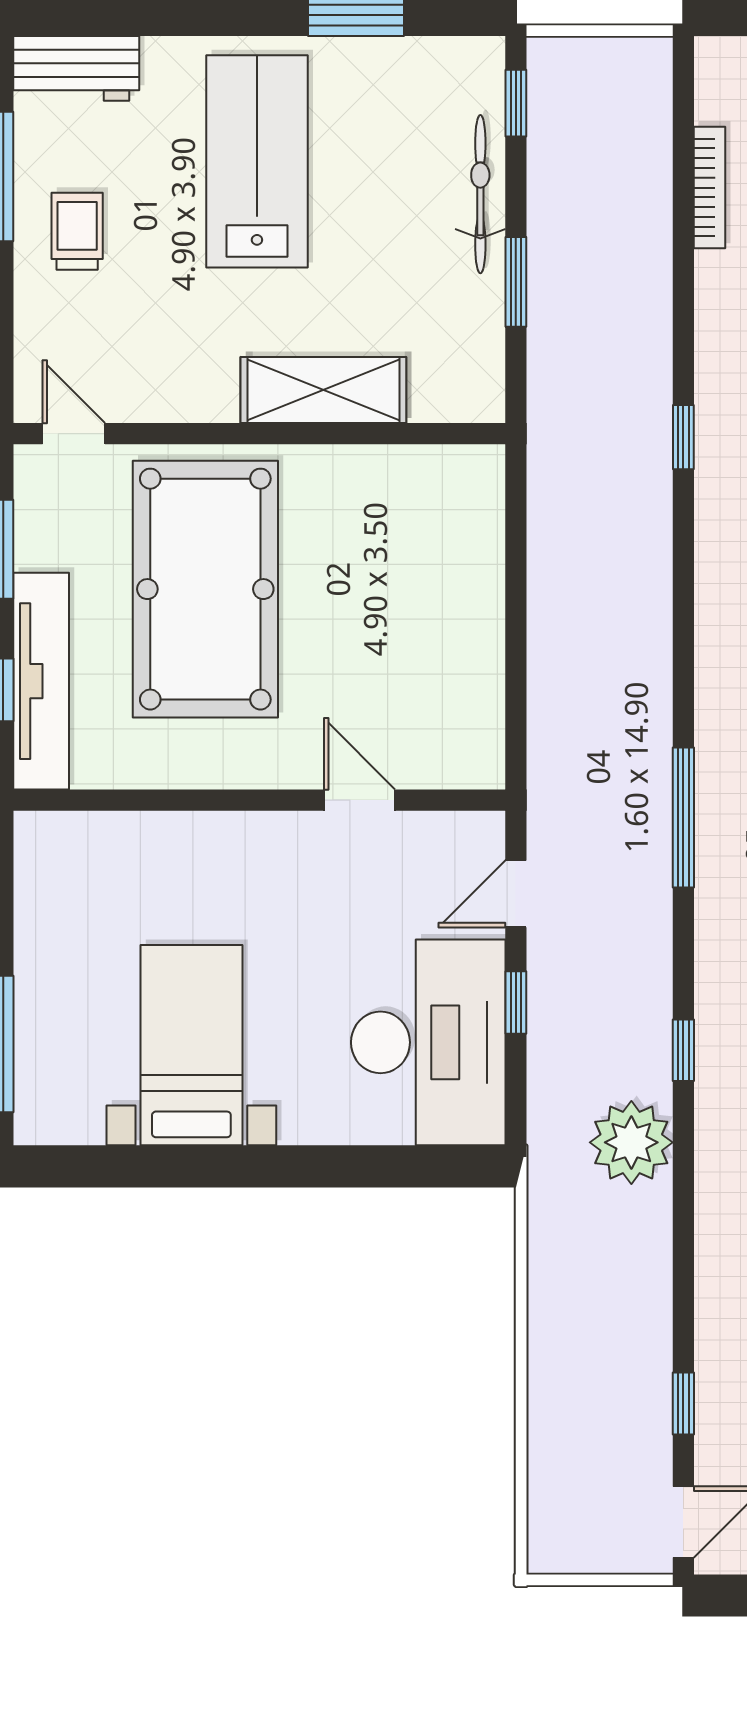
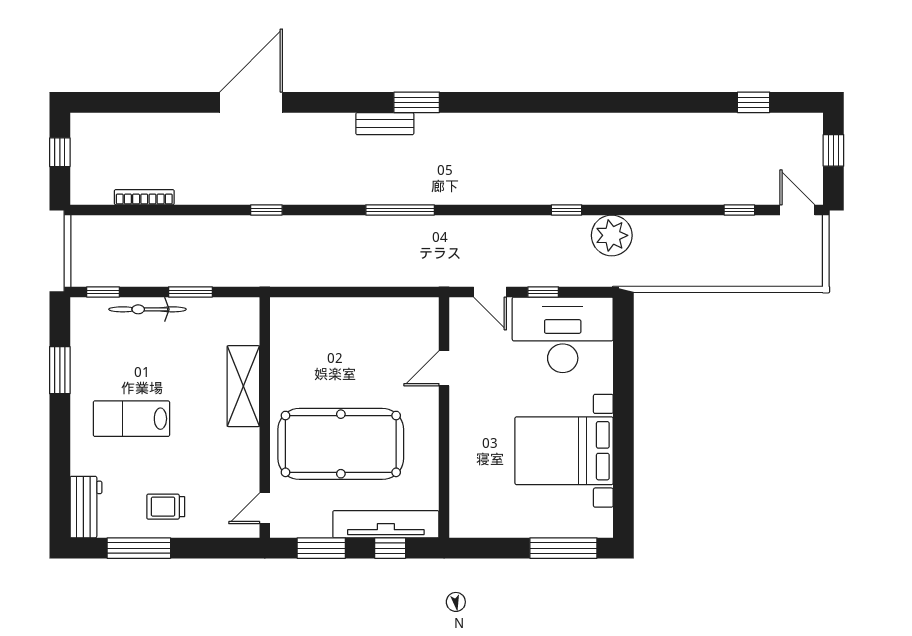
lab bench: (257, 161) -> (131, 419), width x0.73, depth x0.72
window: (683, 818) -> (400, 210), moved
bed with nightstands: (191, 1045) -> (564, 451), width x1.36

